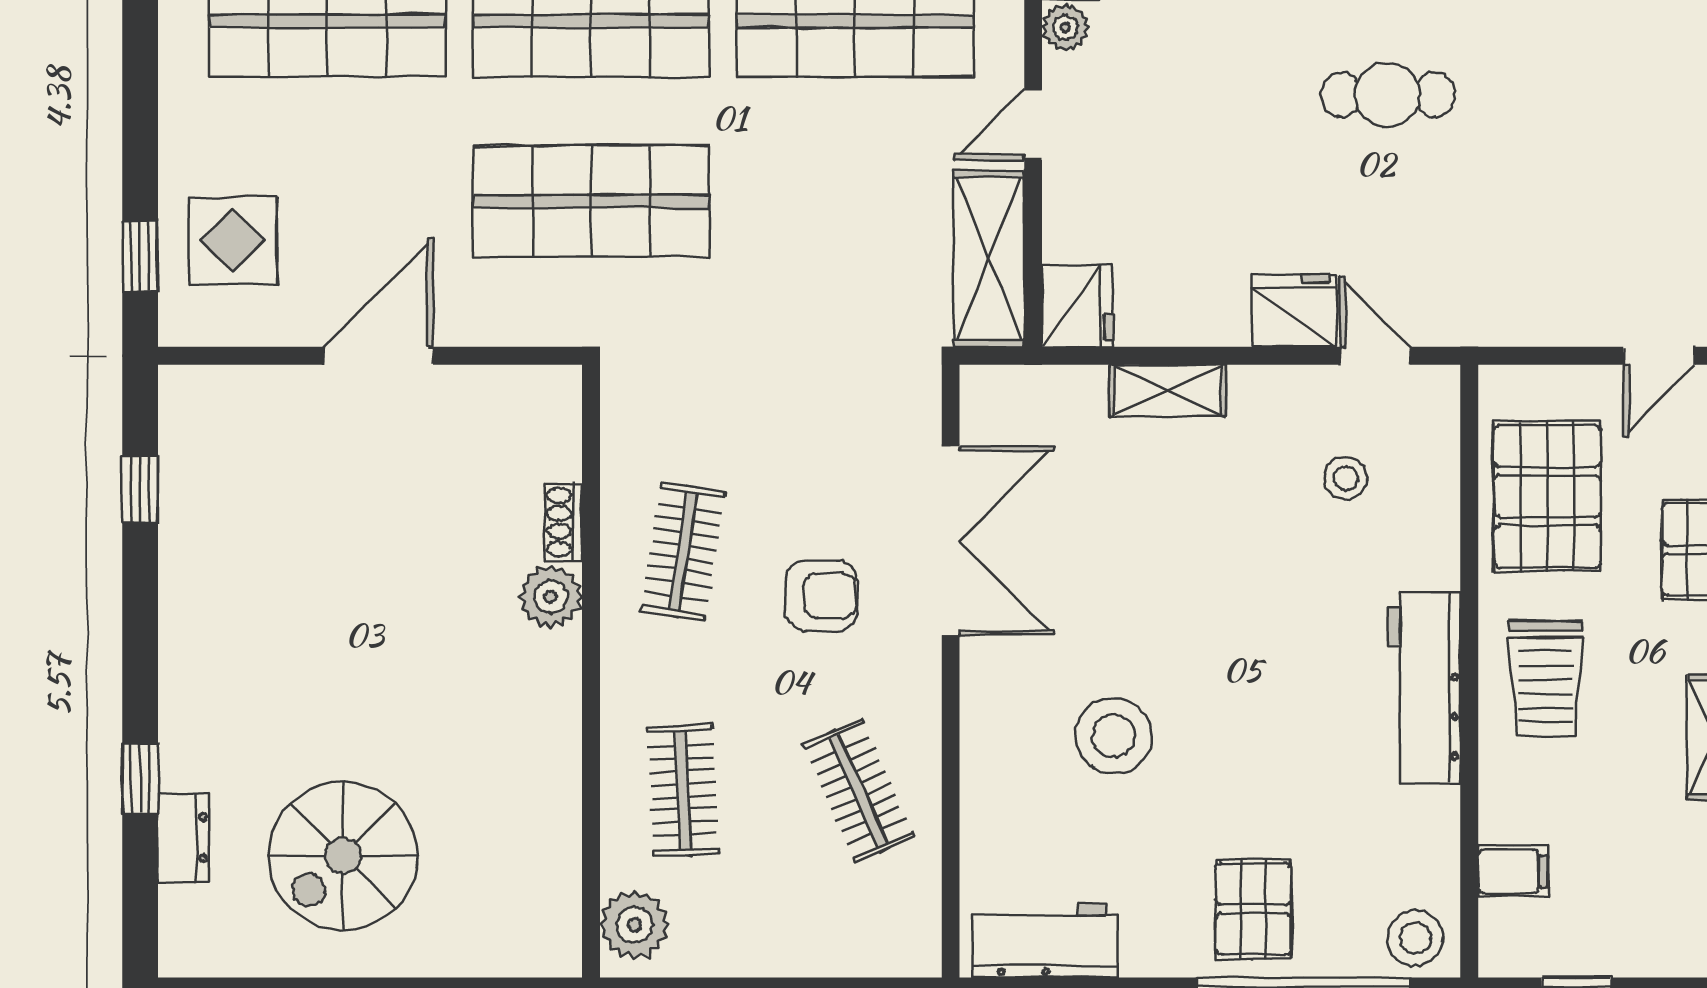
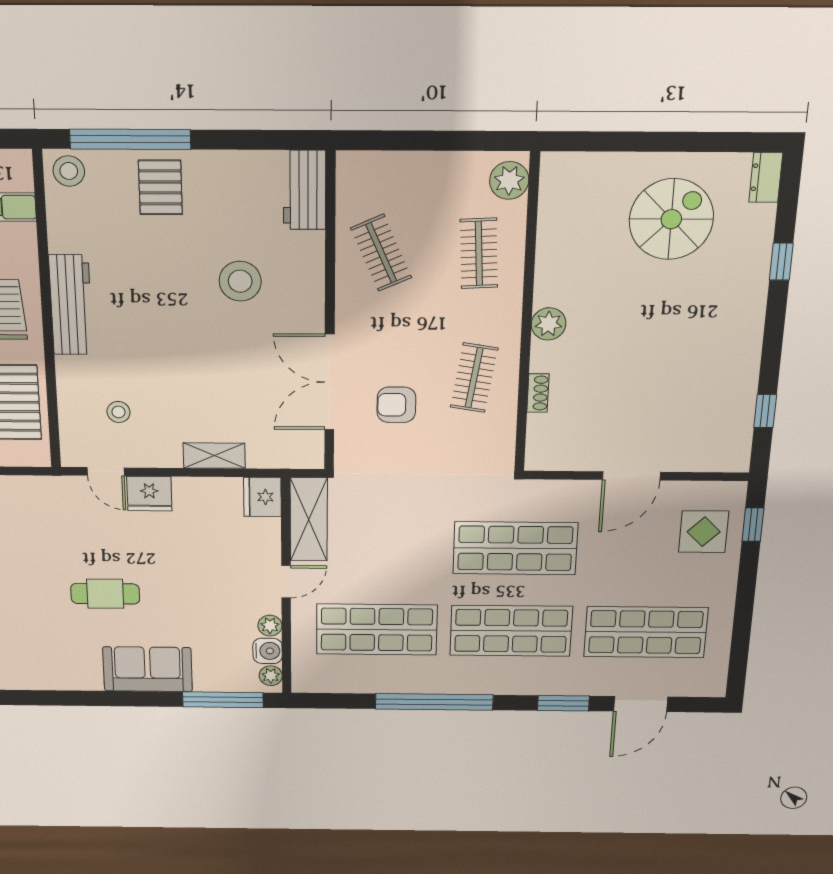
armchair: (821, 596) -> (396, 405), moved
plant: (551, 597) -> (549, 324), moved
dresser: (183, 838) -> (766, 177), moved
workbench: (1045, 940) -> (305, 190), moved, turned 90

